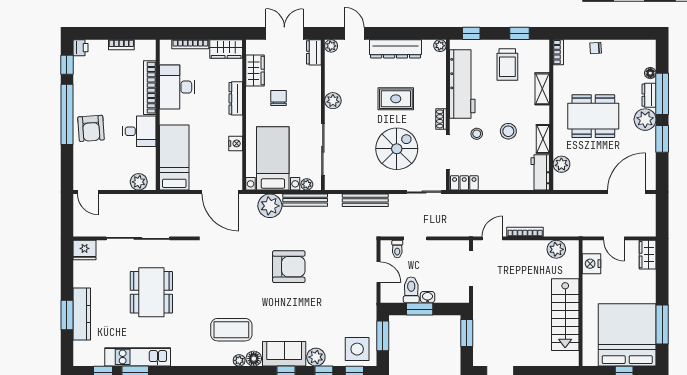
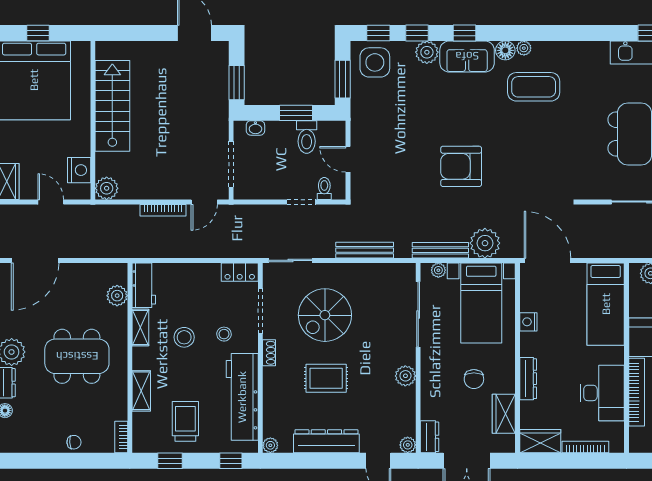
plant: (556, 249) -> (107, 188), moved
washbasin: (428, 297) -> (255, 128), moved

